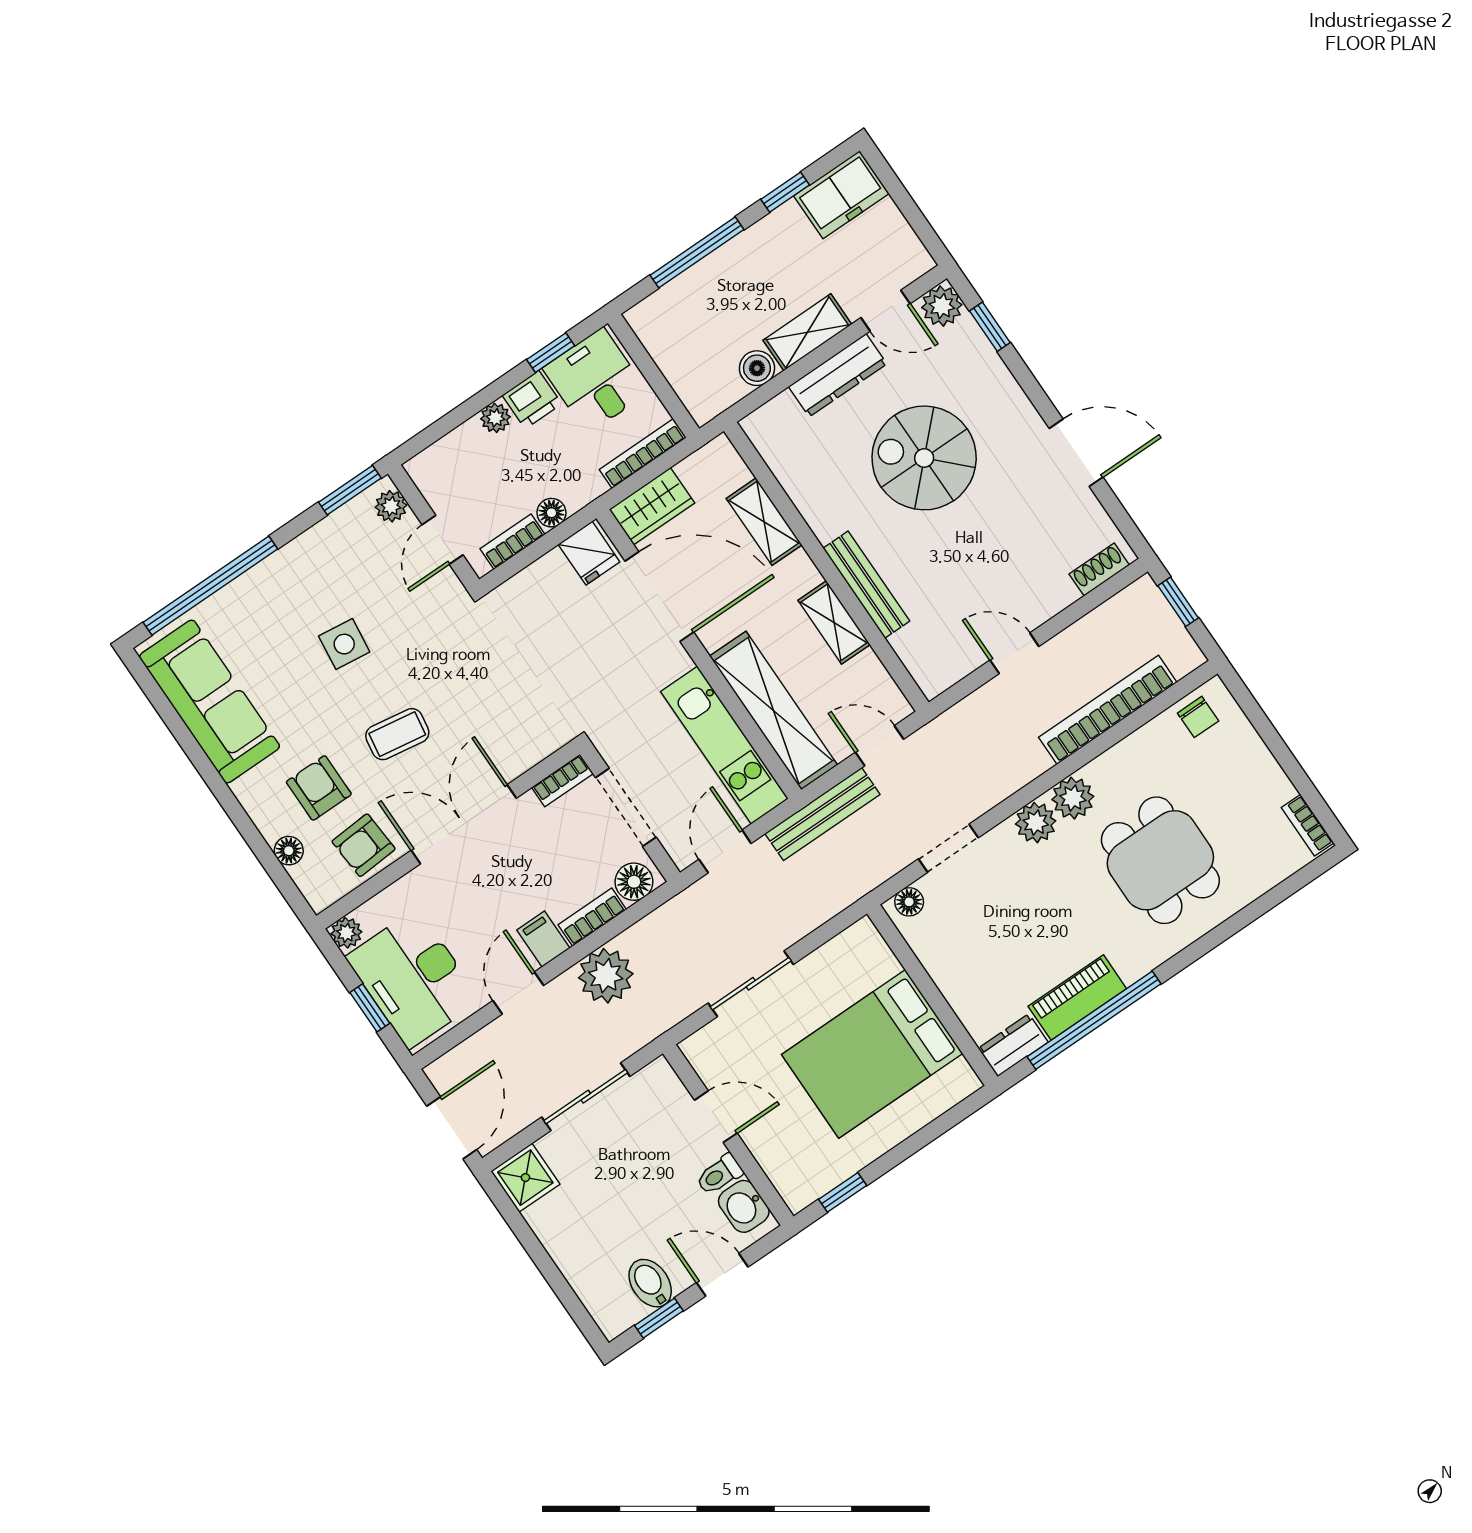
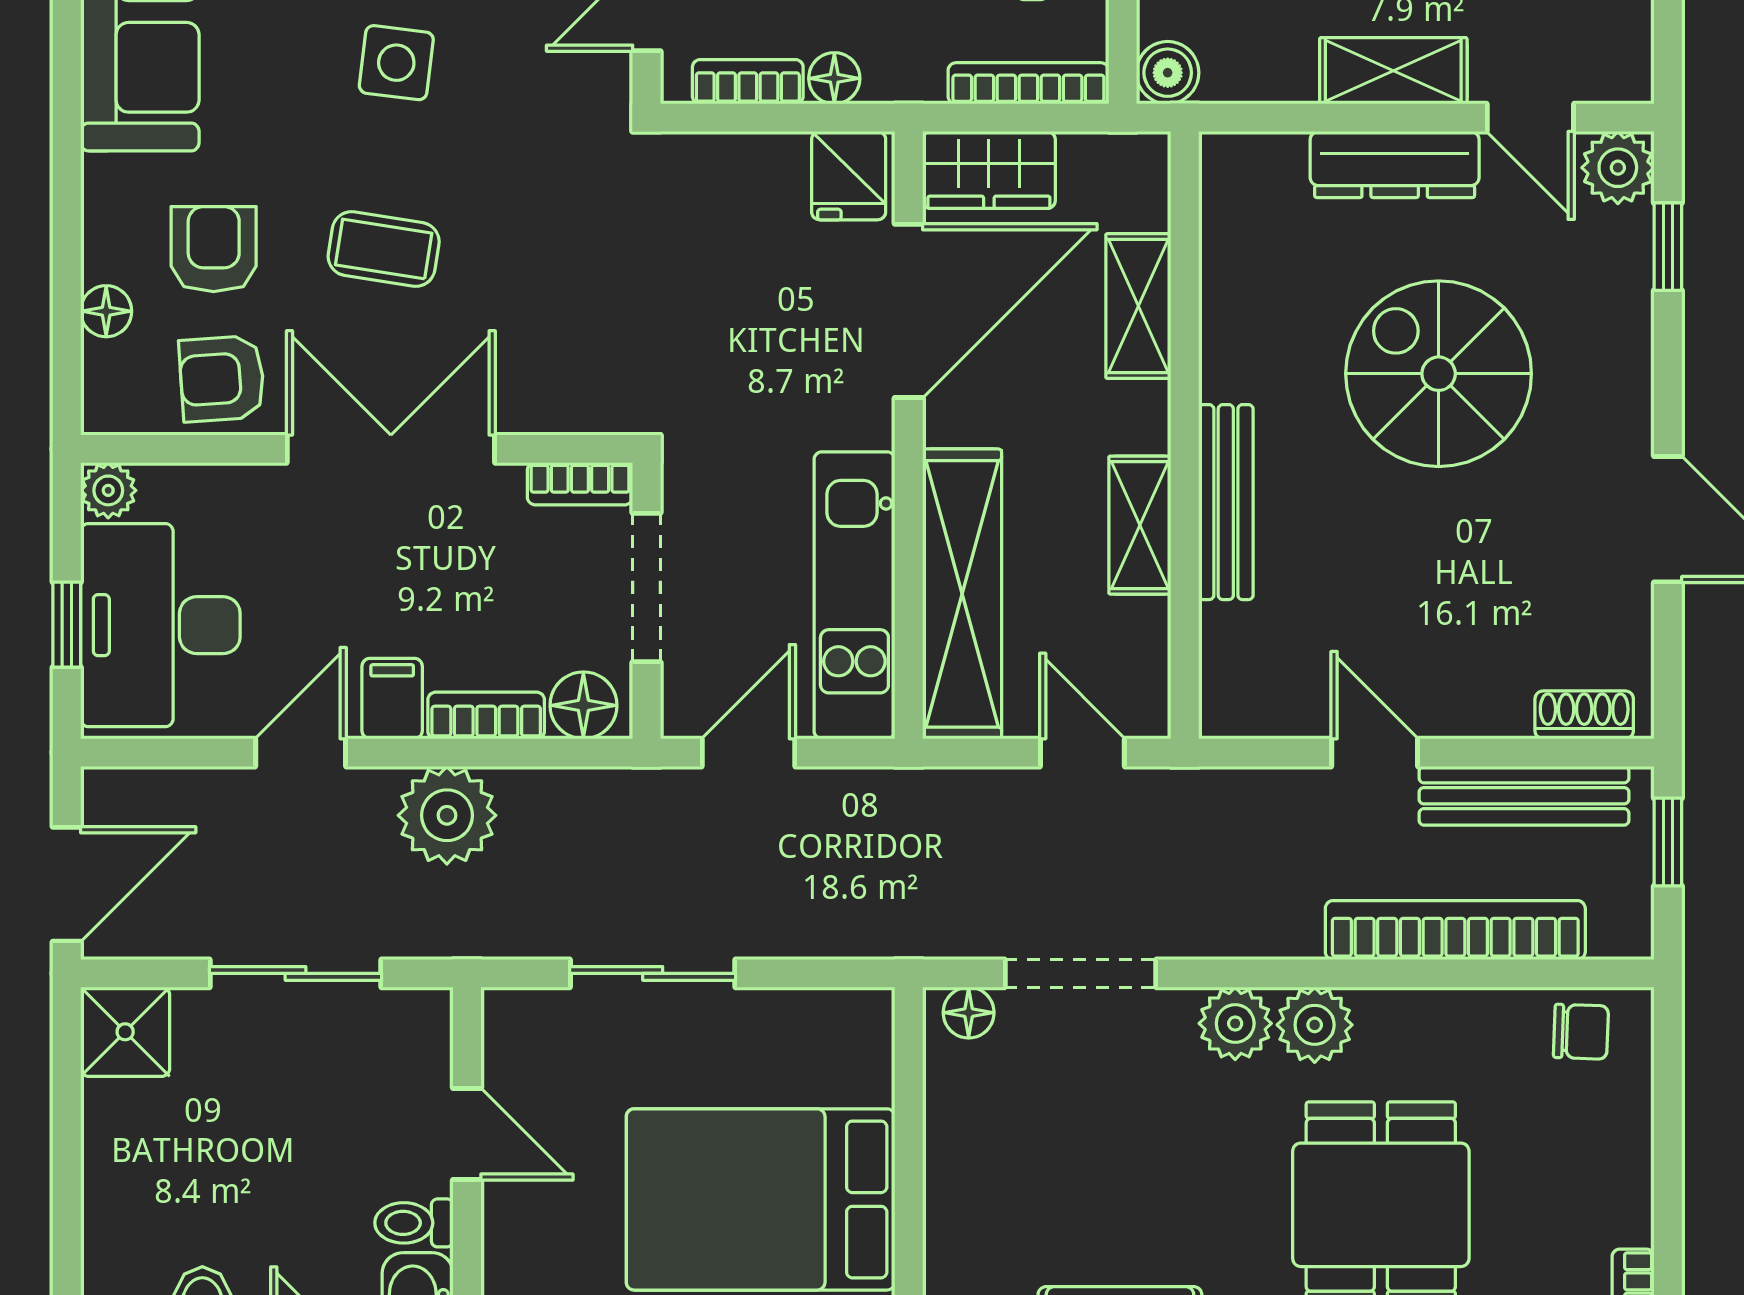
boiler: (757, 368) -> (1168, 73), moved
door: (659, 597) -> (909, 311), hinge flipped
chair: (1198, 717) -> (1581, 1032), turned -88
bench: (822, 814) -> (1524, 796), moved
doorway: (948, 848) -> (1080, 973), width x1.38

